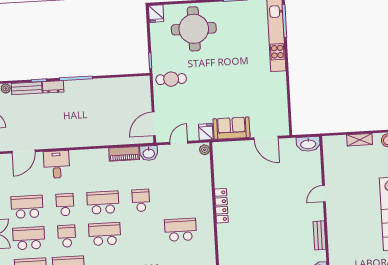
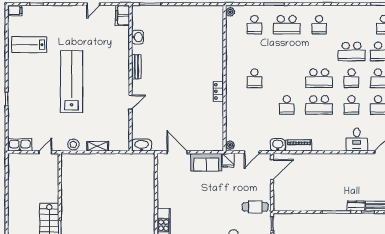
locker: (221, 206) -> (218, 91), width x0.66
school desk: (181, 230) -> (254, 78), width x0.54

